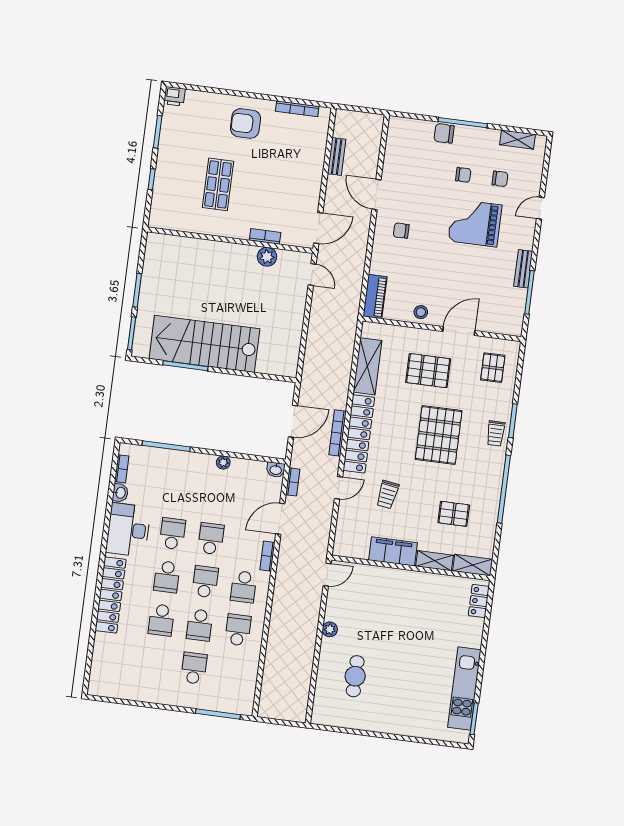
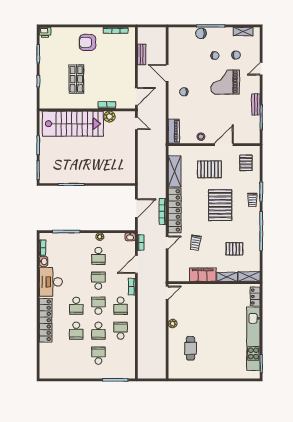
stairs: (204, 344) -> (73, 124), moved, turned 180
school desk: (172, 534) -> (98, 256), moved, turned 180
kitchen unit: (464, 689) -> (253, 339), width x1.36

